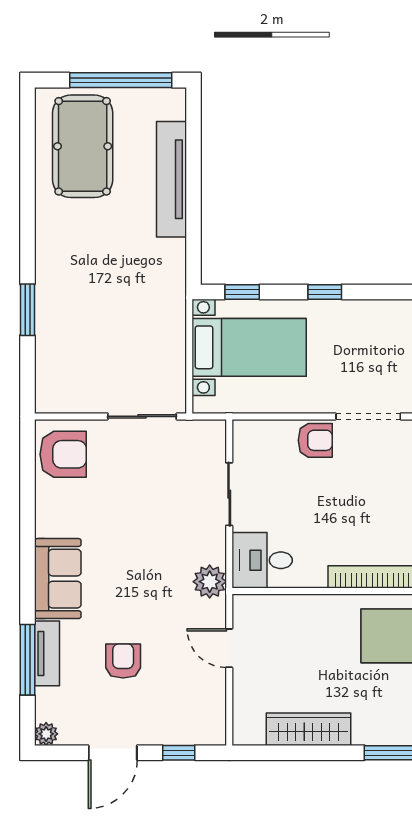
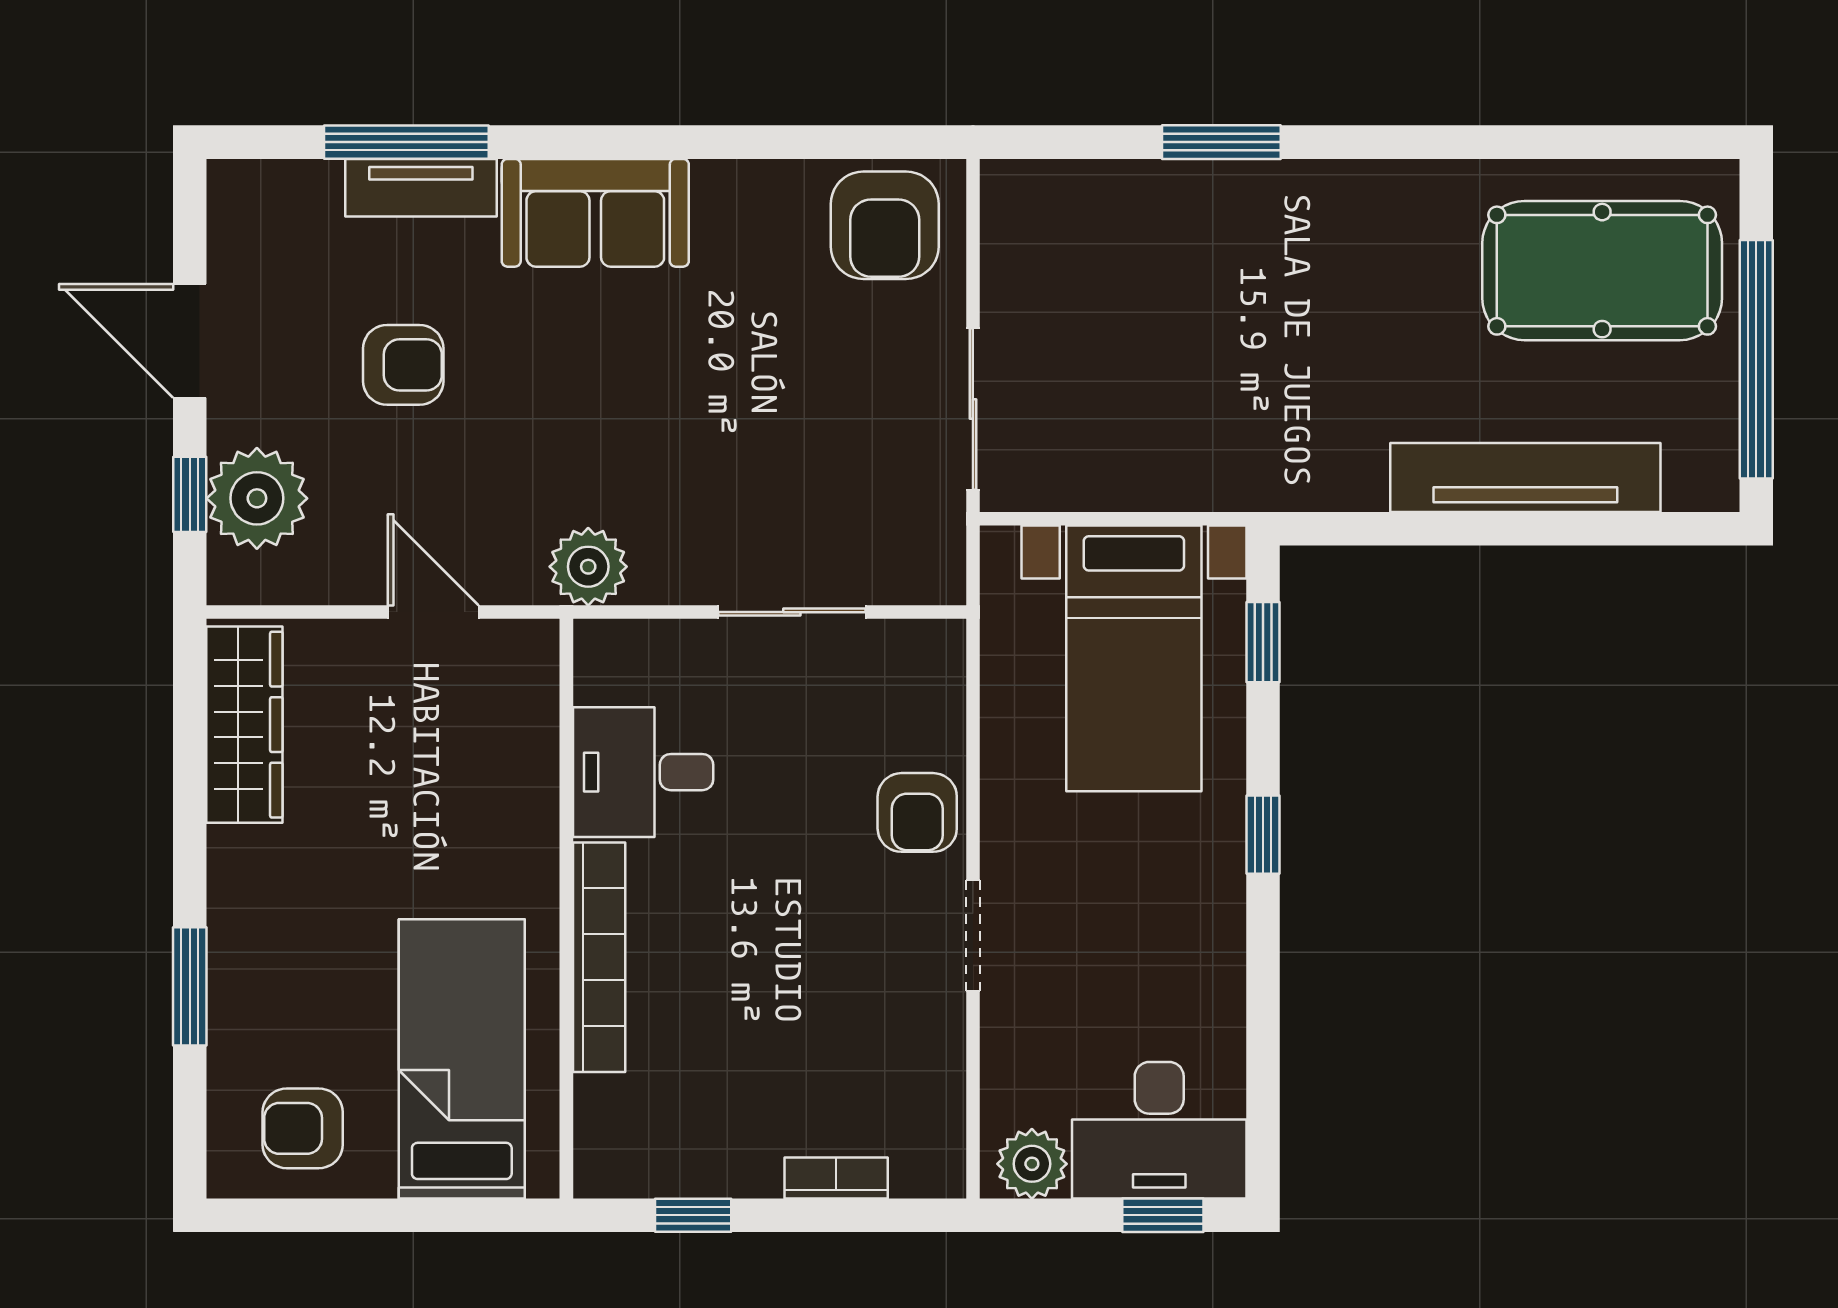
doorway: (368, 416) -> (973, 936), width x0.73
desk: (262, 560) -> (643, 772), moved, turned -90
door: (229, 648) -> (433, 612), hinge flipped
wardrobe: (308, 729) -> (244, 725), moved
plant: (46, 734) -> (257, 498), moved, width x1.88, depth x1.88

